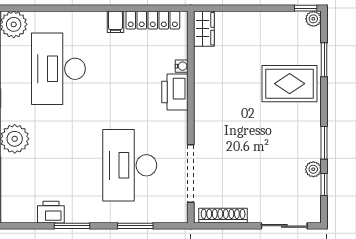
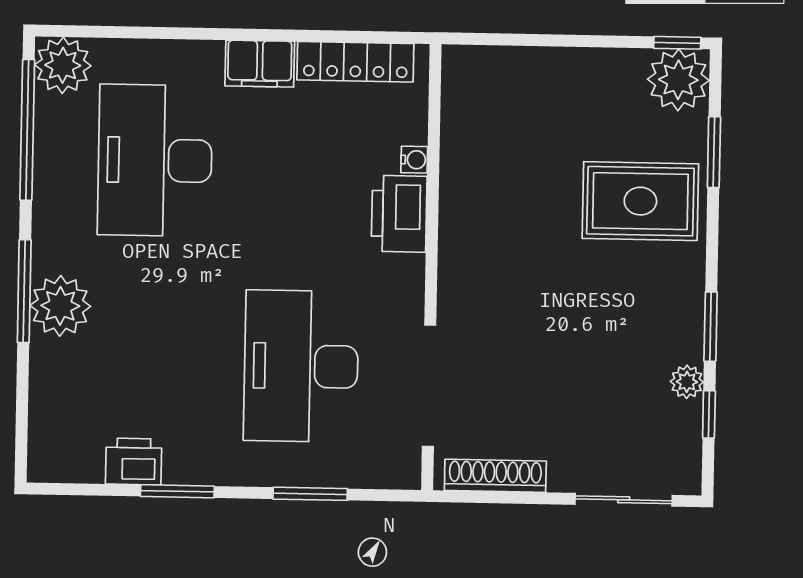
plant: (313, 19) -> (678, 80), width x1.87, depth x1.87
filing cabinet: (115, 22) -> (260, 64), width x2.00
wardrobe: (204, 29) -> (463, 82), removed

